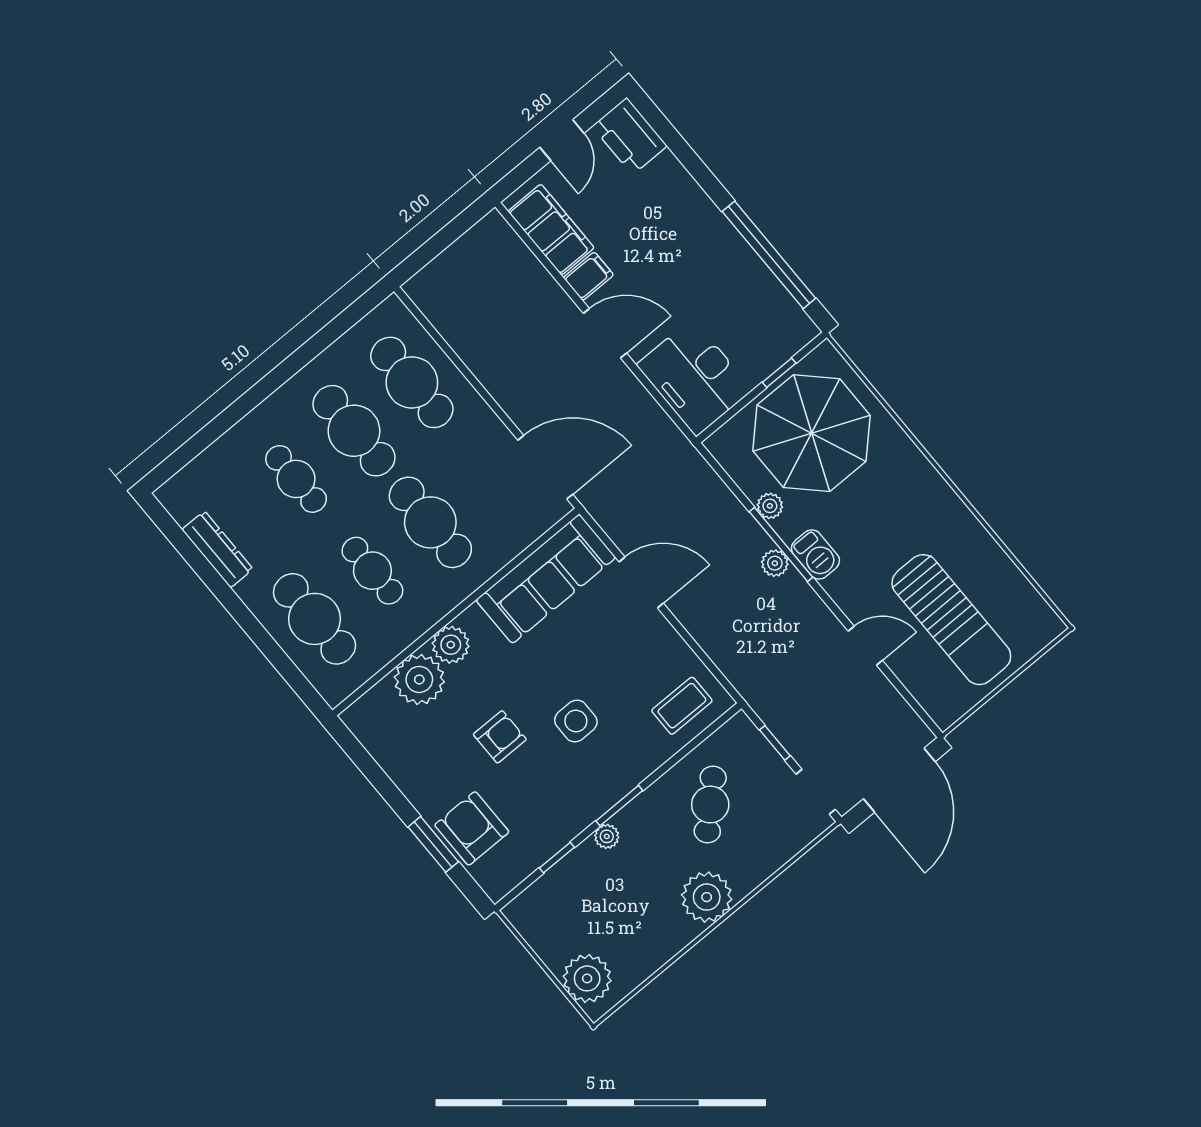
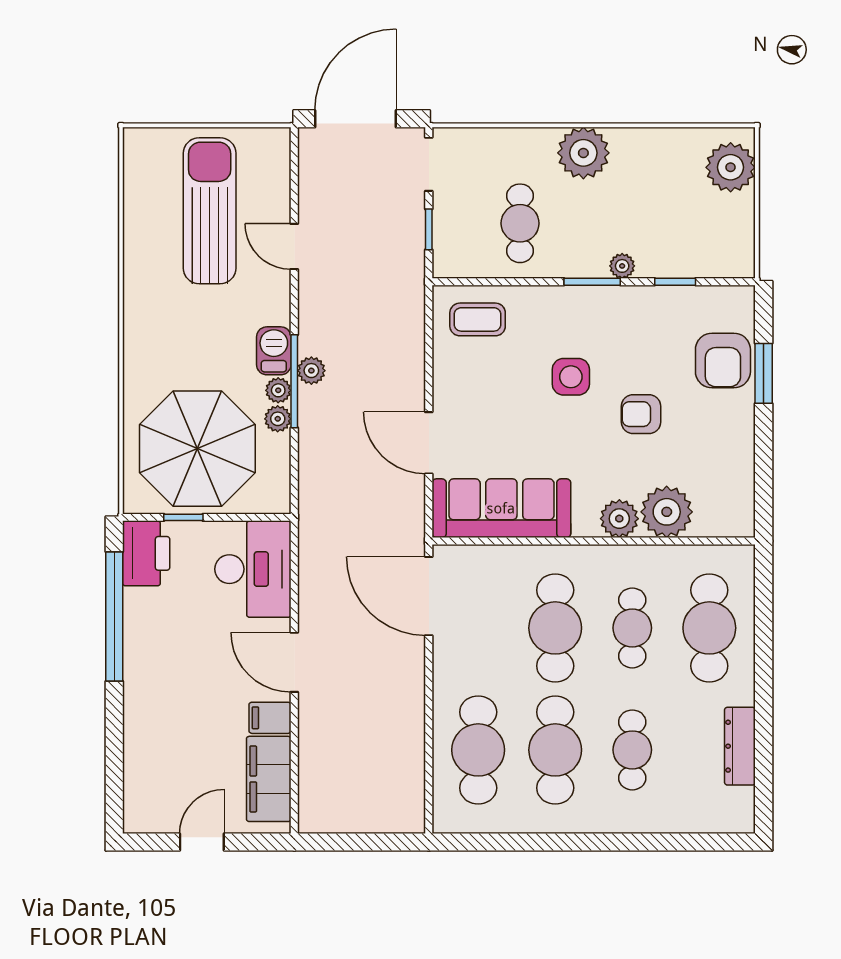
printer: (629, 136) -> (146, 553), moved
plant: (787, 528) -> (278, 390), added
cafe table: (710, 805) -> (520, 223), turned -46

